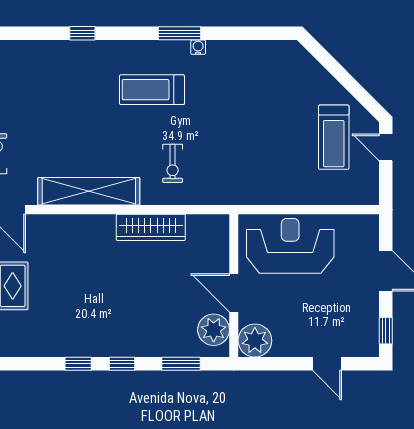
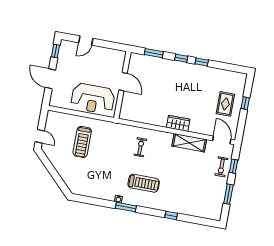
treadmill: (334, 137) -> (82, 142), moved, turned 180
shelving: (89, 191) -> (189, 143), width x0.68
wardrobe: (151, 227) -> (178, 123), moved, width x0.67
plant: (214, 330) -> (136, 66), removed
plant: (255, 341) -> (117, 58), removed
door: (327, 364) -> (86, 41), swing flipped

